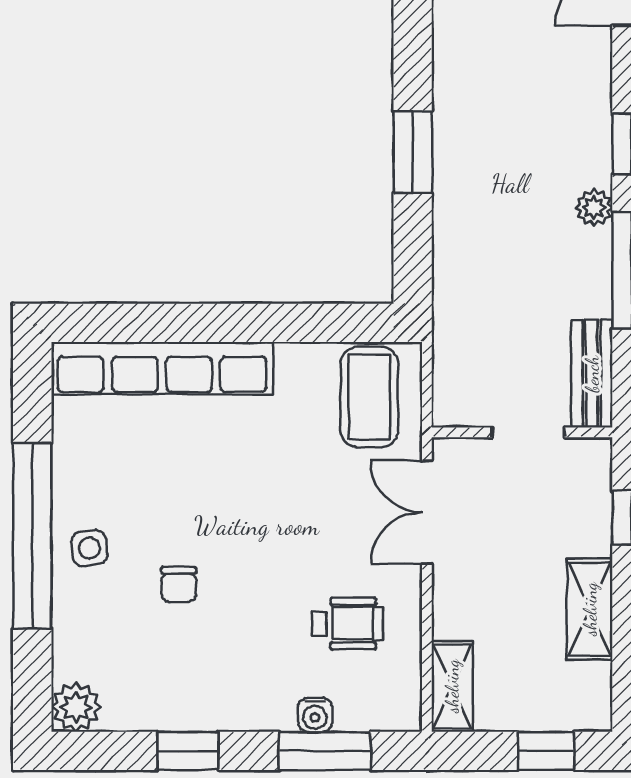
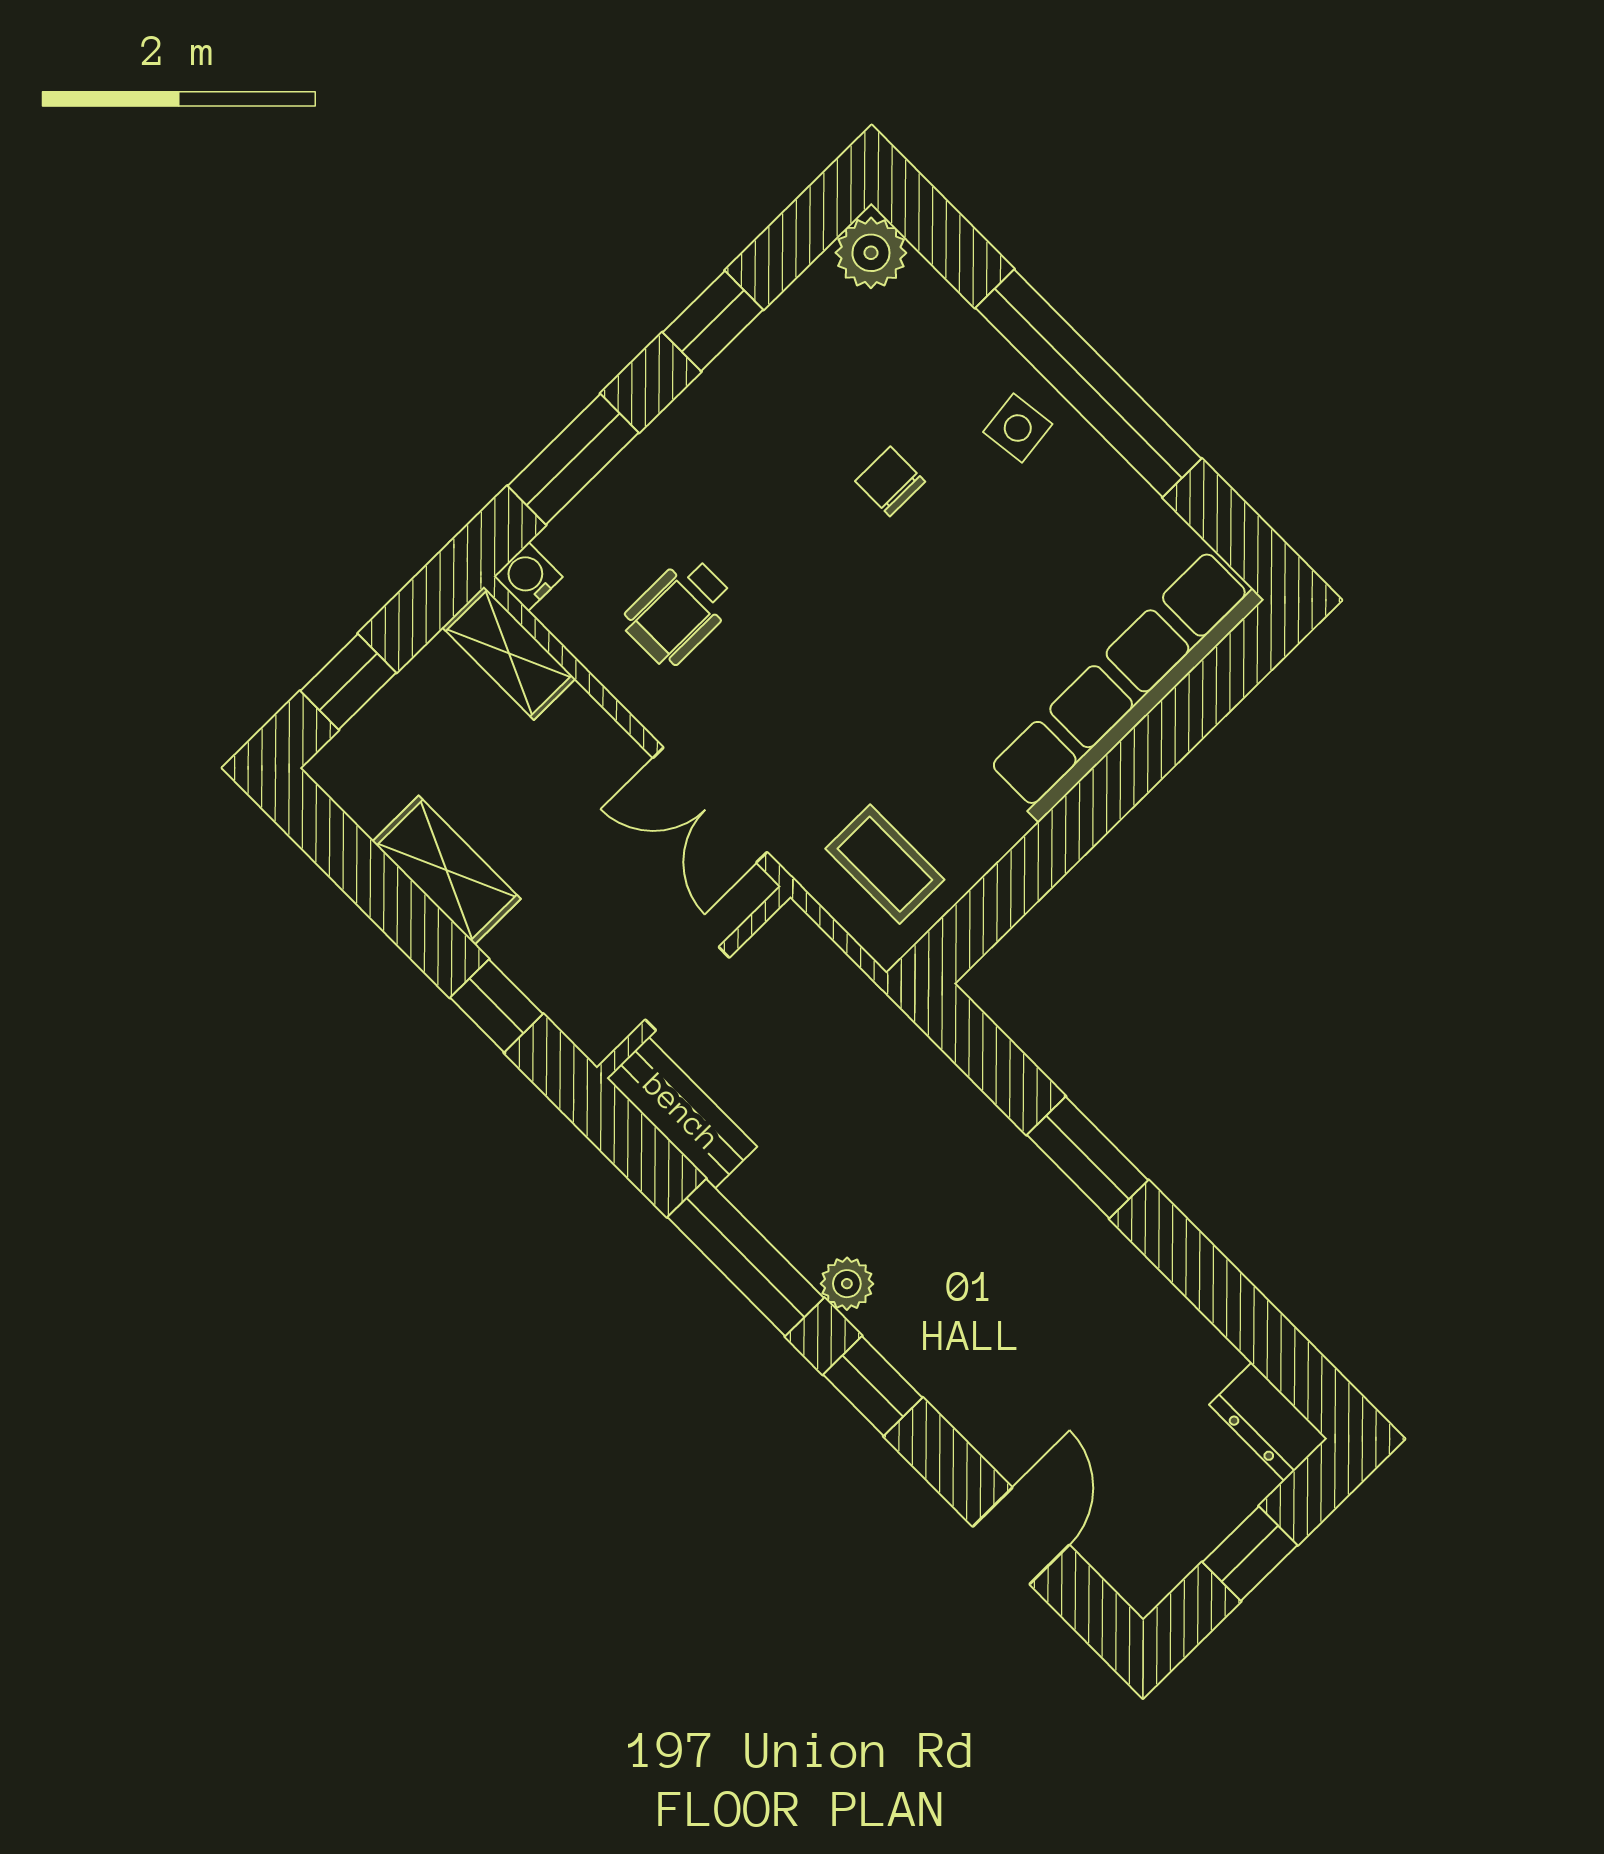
coffee table: (369, 397) -> (885, 864), width x0.73, depth x0.77
double door: (427, 512) -> (710, 805), swing flipped
water cooler: (315, 715) -> (528, 577), moved

